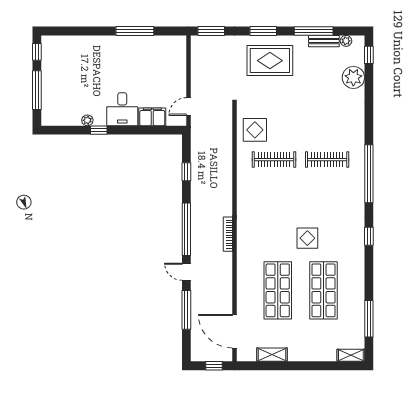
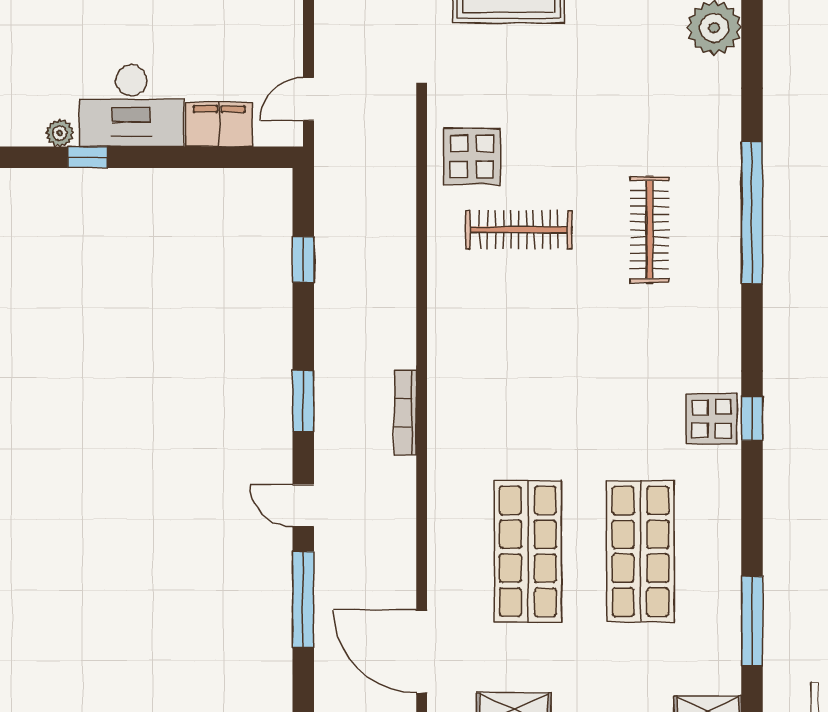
desk: (122, 109) -> (131, 106), width x1.37
clothes rail: (327, 160) -> (650, 230), turned 90
window: (369, 174) -> (752, 213), moved
window: (186, 229) -> (303, 401), width x0.47
display table: (307, 238) -> (712, 419), moved

